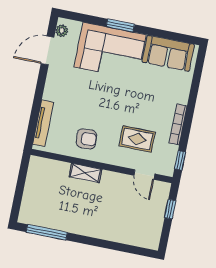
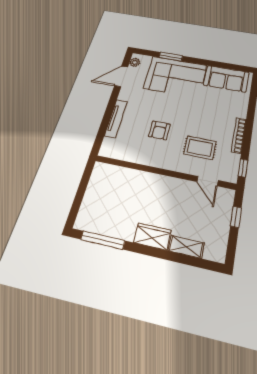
window: (120, 25) -> (171, 57), moved
tv unit: (43, 123) -> (116, 118), moved
armchair: (86, 139) -> (159, 130), moved, turned 93
shelving: (85, 173) -> (186, 247), moved
wardrobe: (92, 228) -> (152, 236), added

